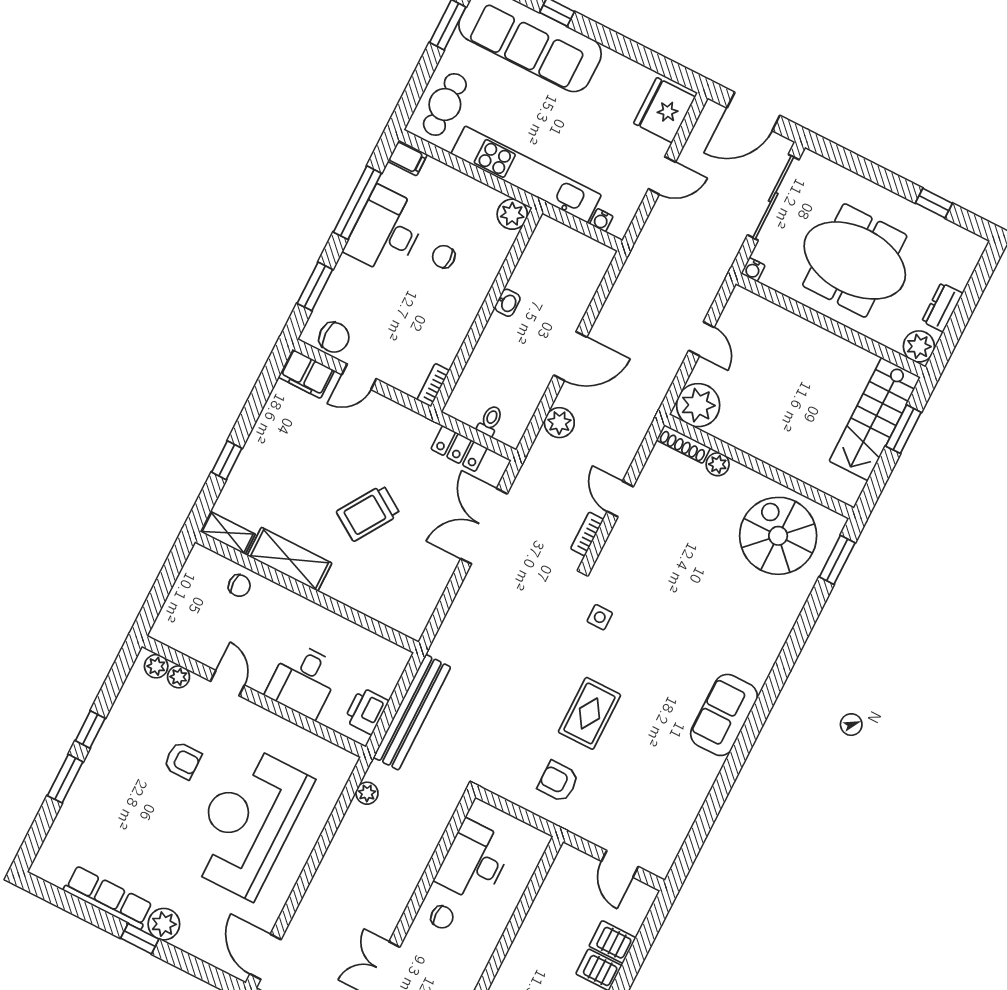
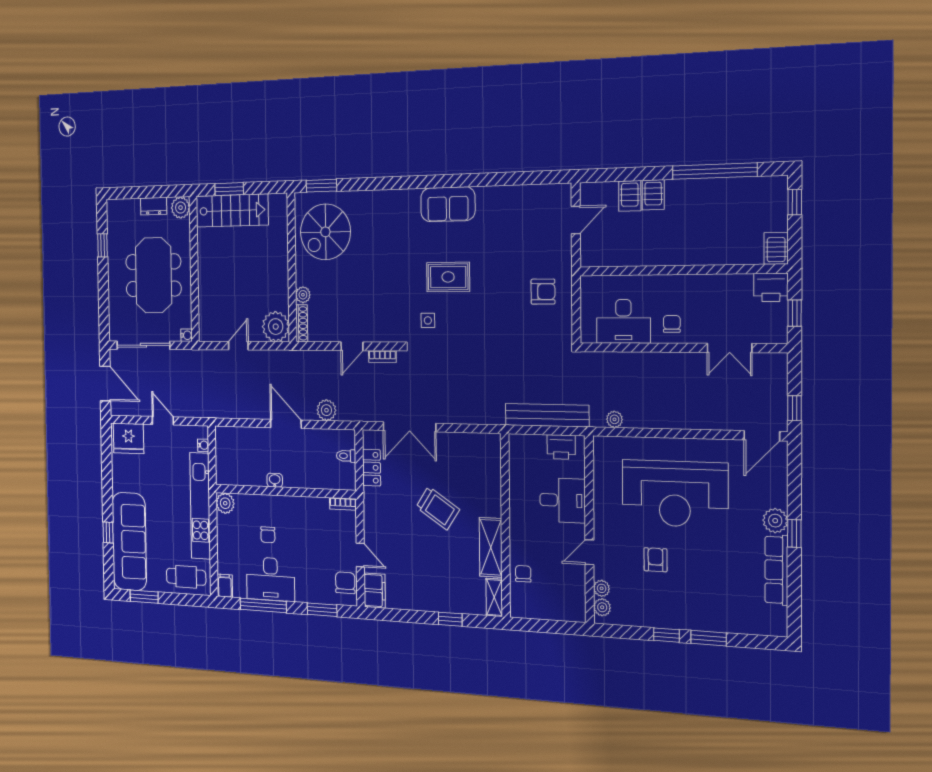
rug: (589, 713) -> (448, 277), moved
armchair: (558, 781) -> (543, 292), turned -90

